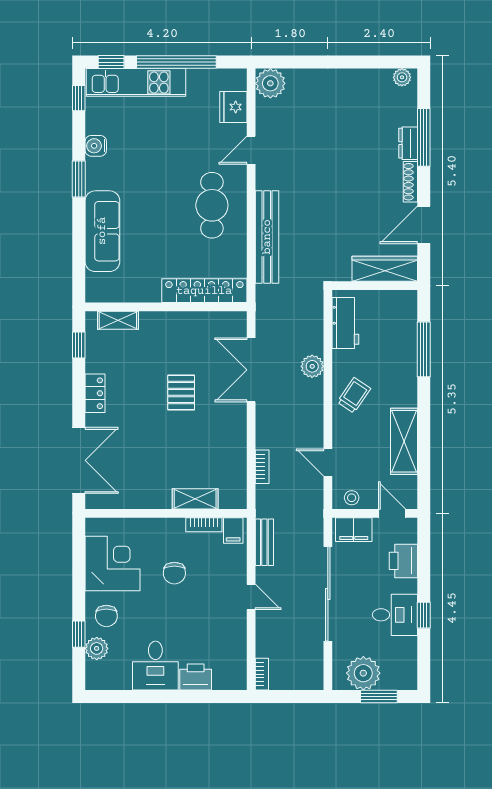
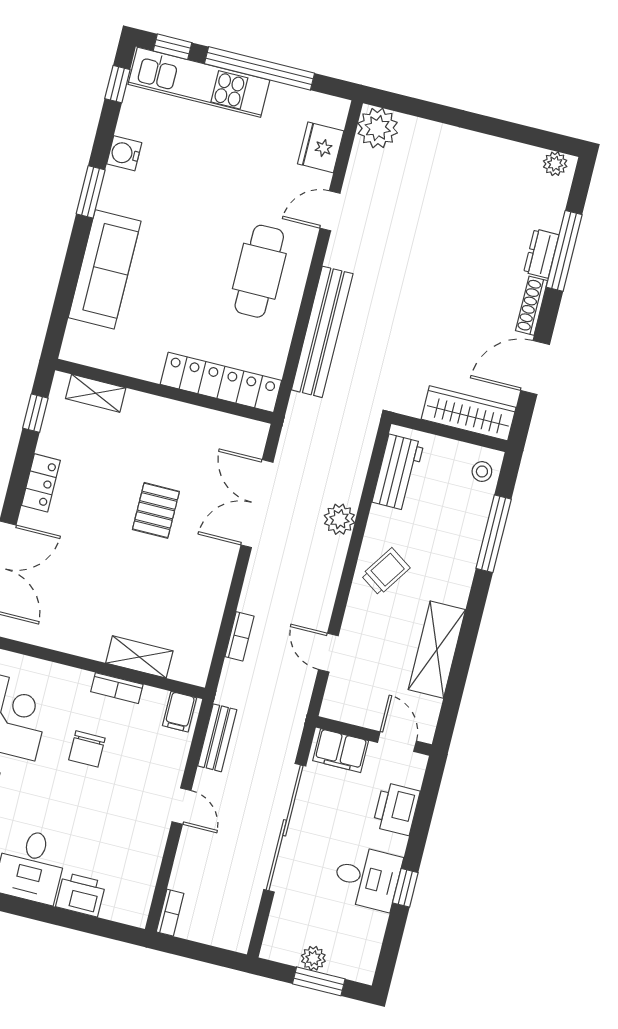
stool: (352, 498) -> (482, 472), moved
bookcase: (204, 525) -> (117, 688), moved
plant: (363, 673) -> (313, 958), width x0.53, depth x0.53

